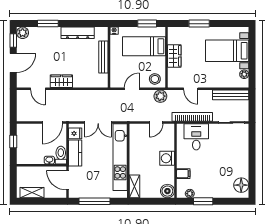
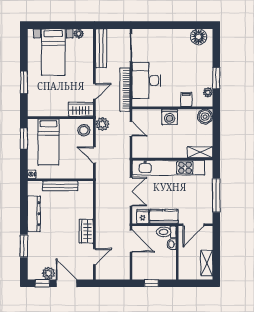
plant: (23, 33) -> (49, 273), moved
wardrobe: (174, 56) -> (81, 109), moved
desk: (196, 137) -> (146, 80), width x1.37

